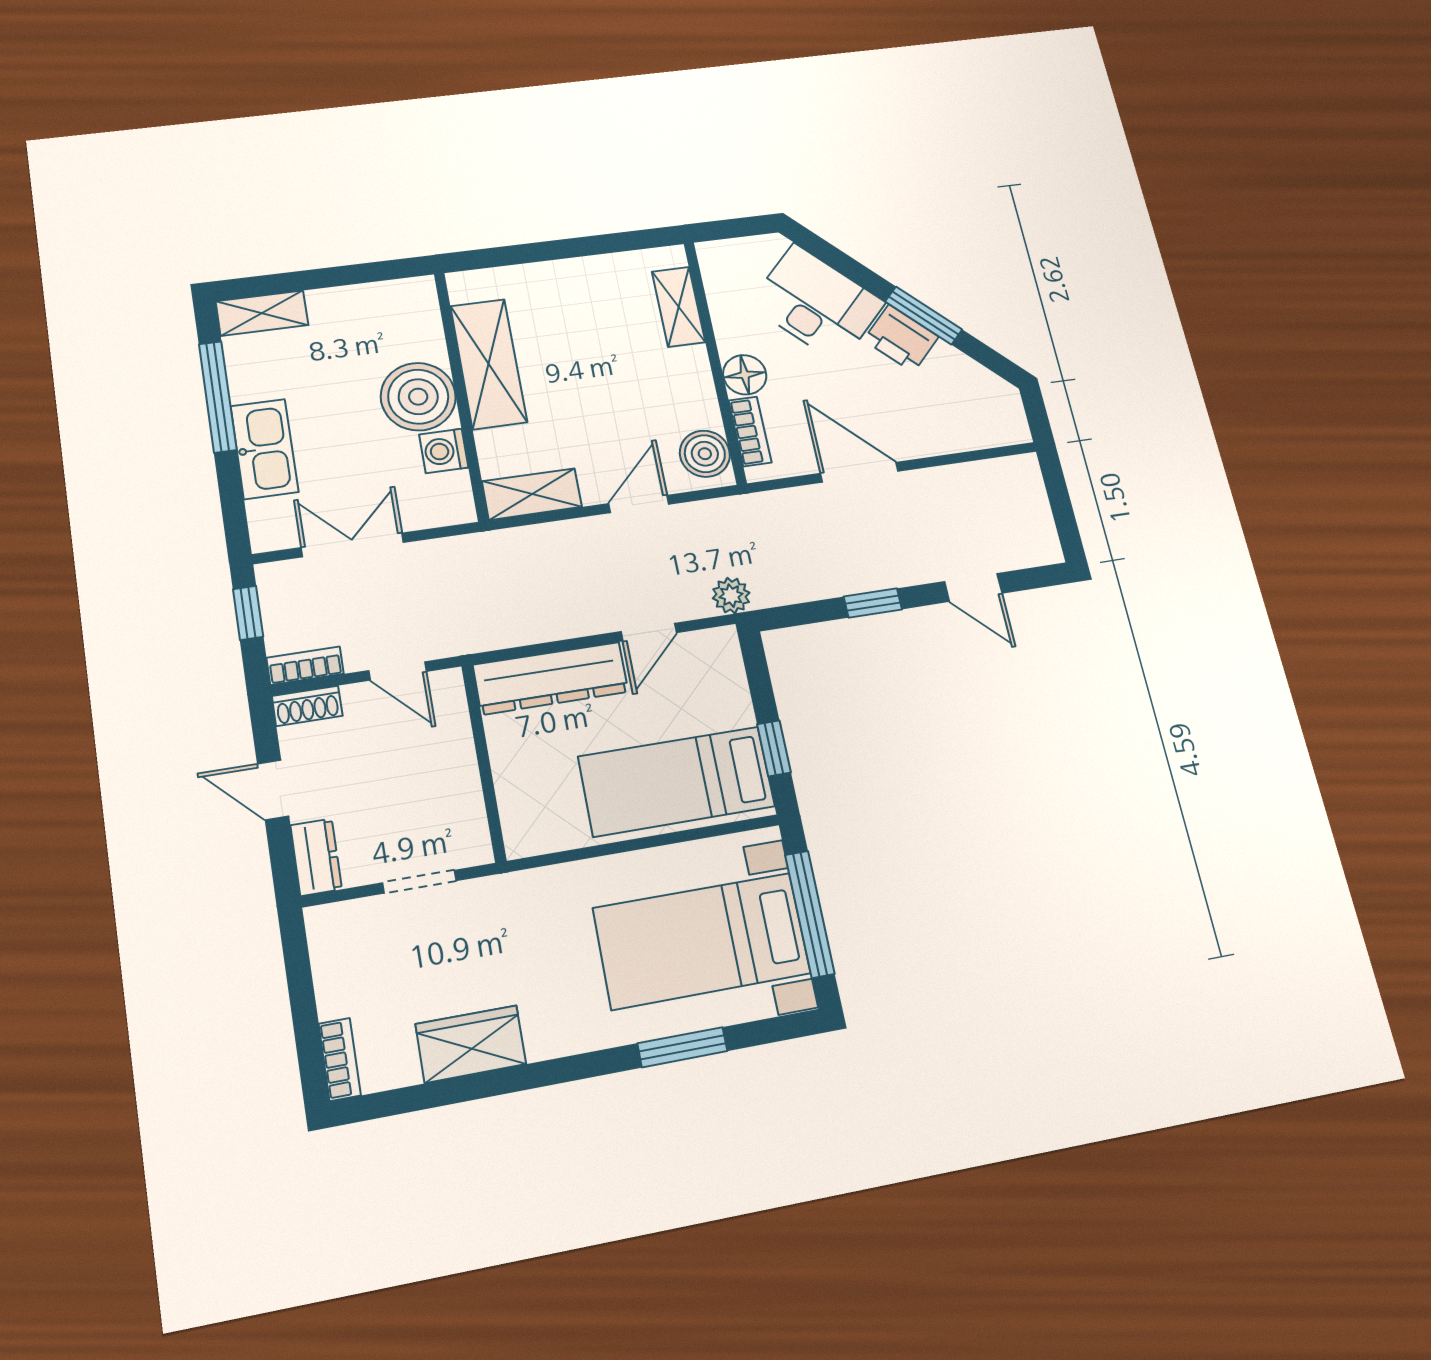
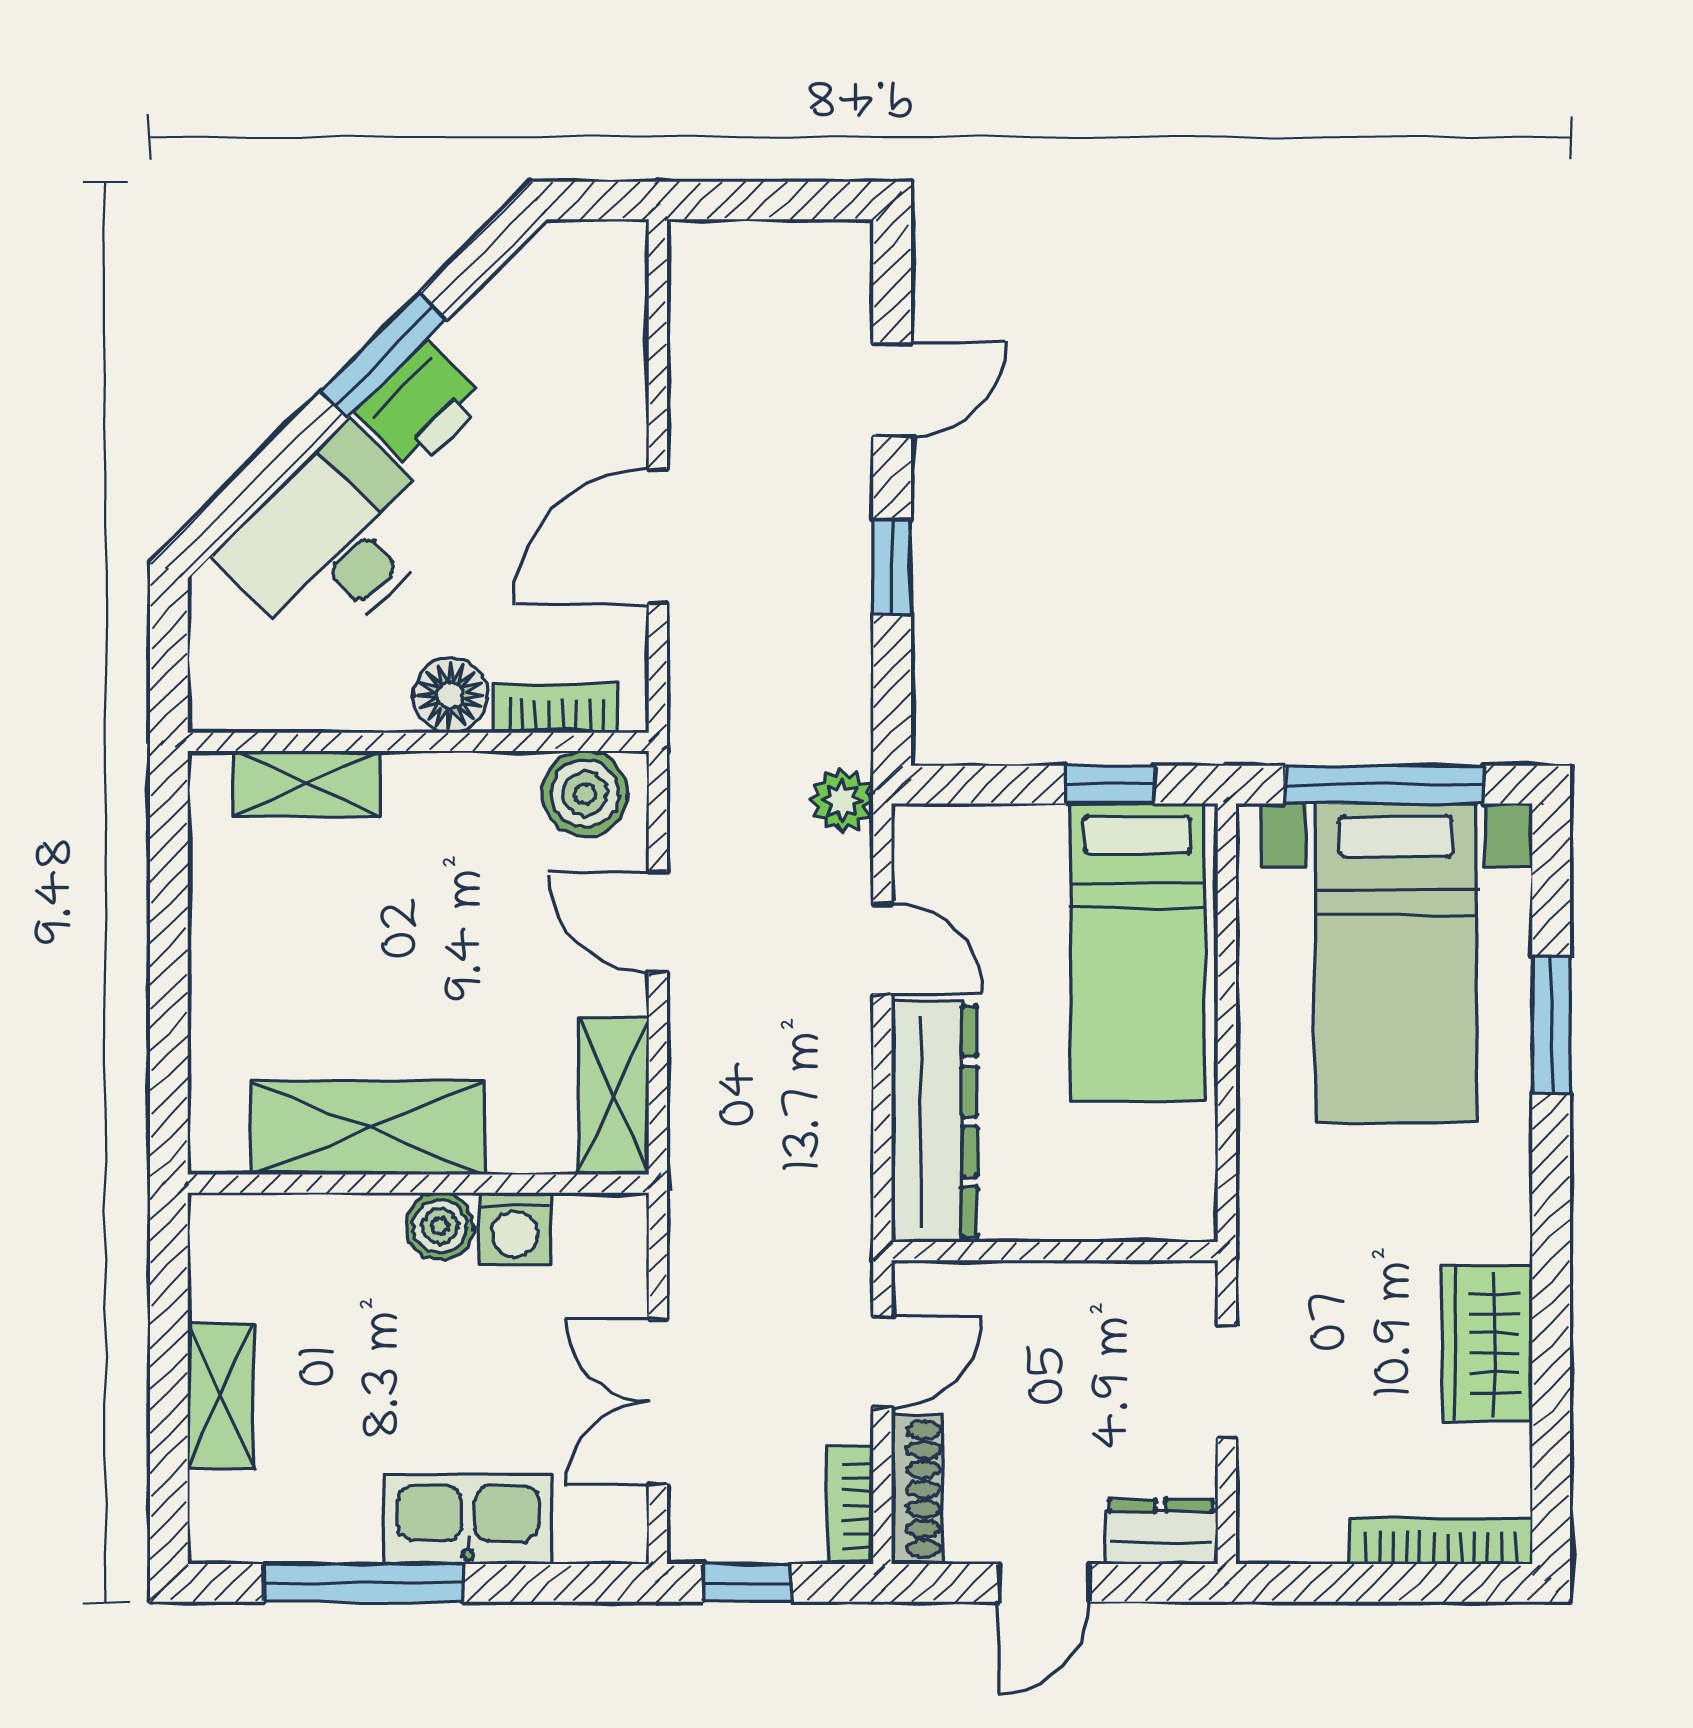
shelving: (262, 313) -> (221, 1396), moved
boiler: (418, 397) -> (440, 1226), width x0.54, depth x0.54
shoe rack: (307, 706) -> (917, 1489), width x1.43
bookcase: (340, 1059) -> (1441, 1541), width x1.56

